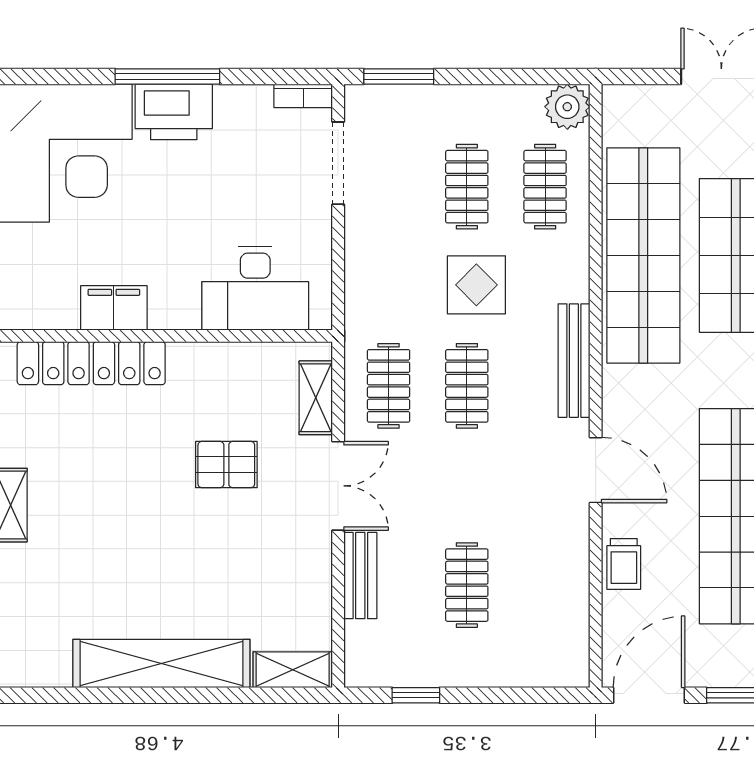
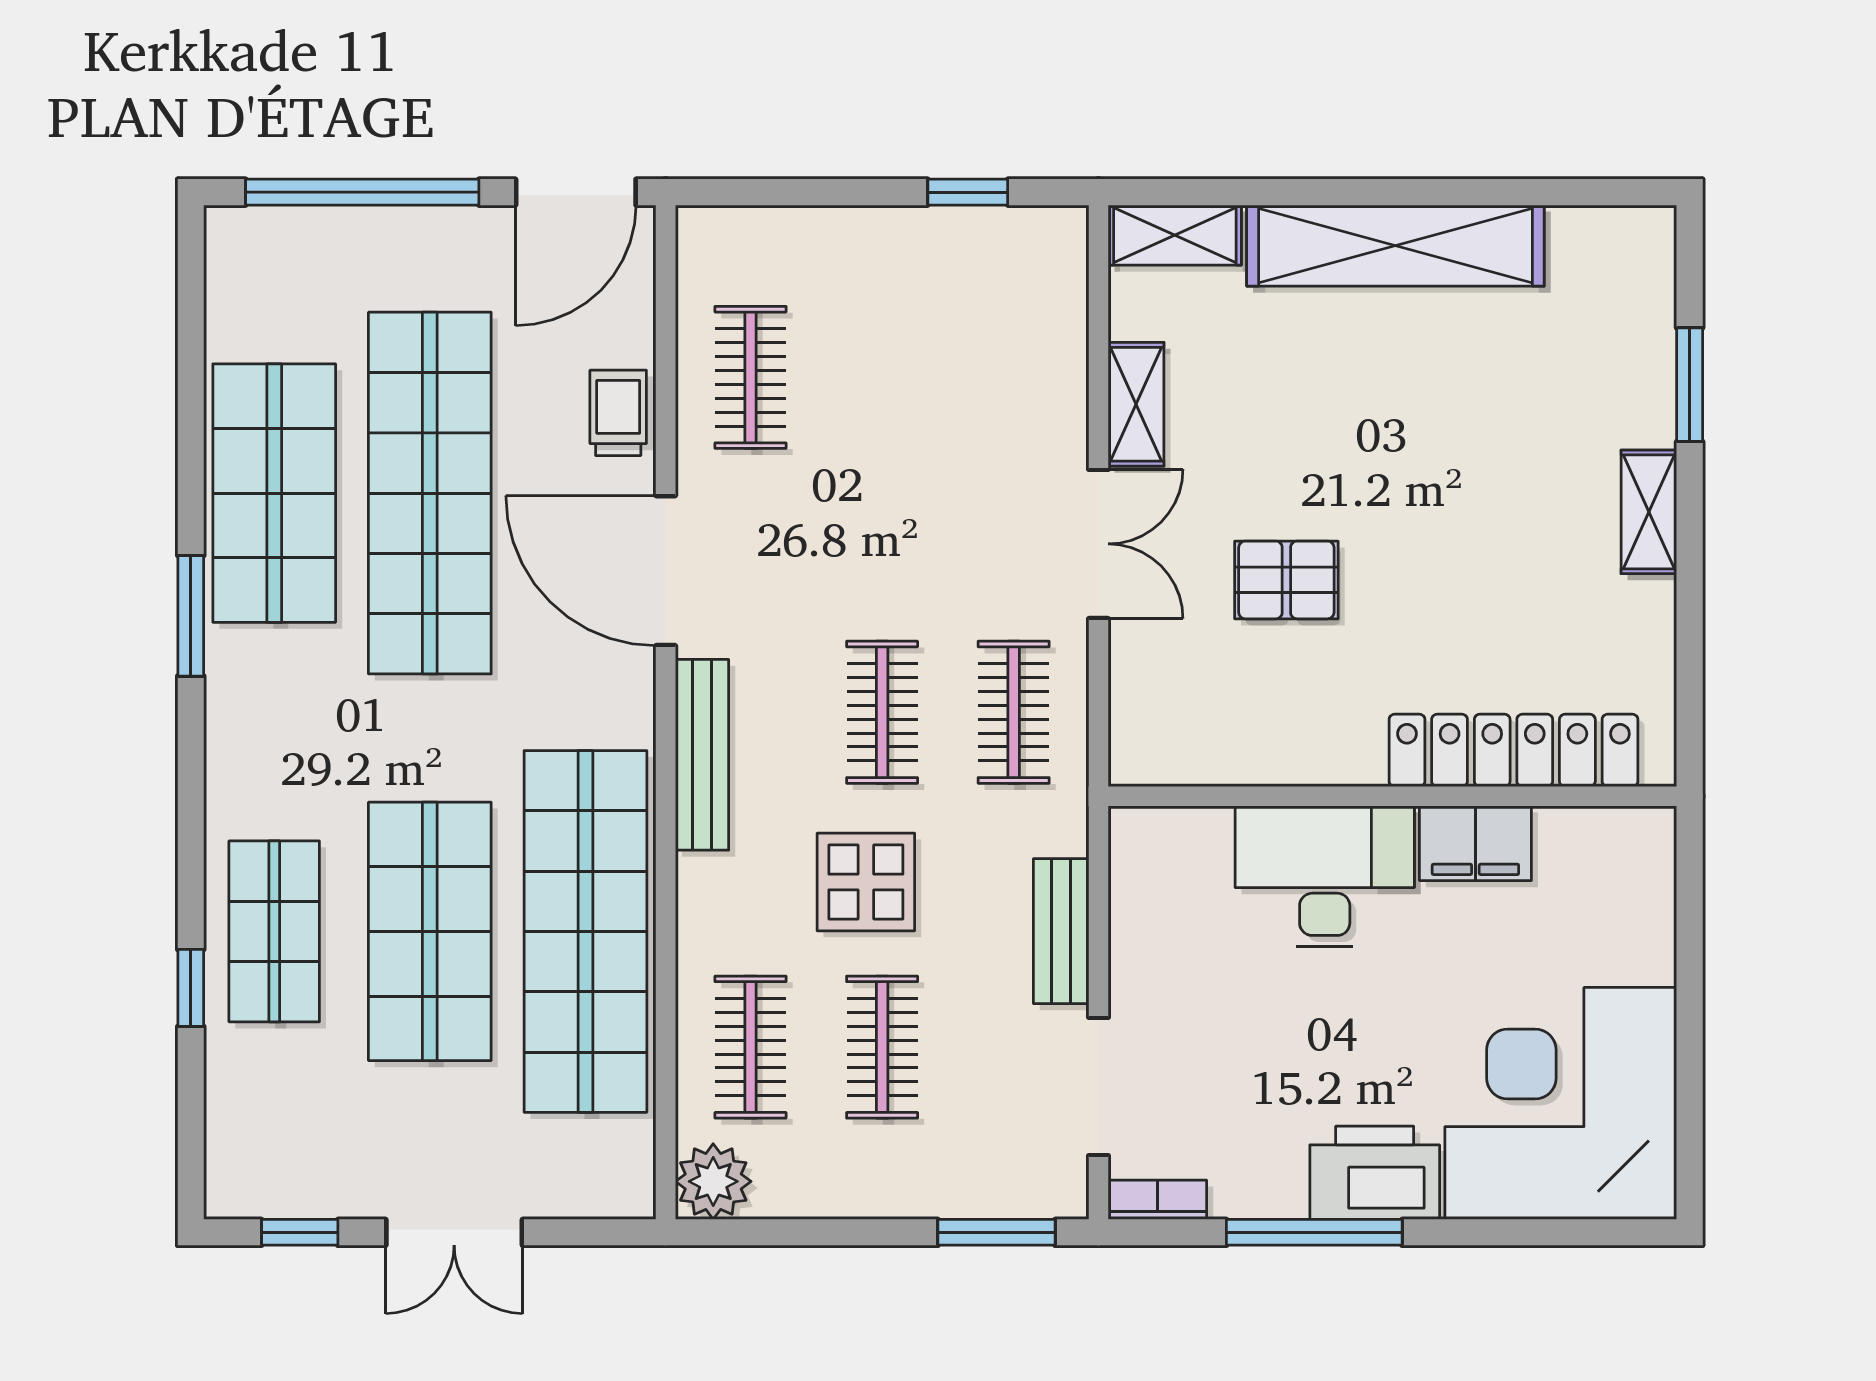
window: (167, 76) -> (1314, 1232), moved
desk: (255, 288) -> (1325, 876), moved
shelving: (316, 398) -> (1136, 404), moved
door: (596, 470) -> (666, 571), width x1.36
double door: (338, 486) -> (1099, 544), swing flipped
bench: (360, 576) -> (1061, 931), moved
clothes rail: (467, 585) -> (751, 377), moved

